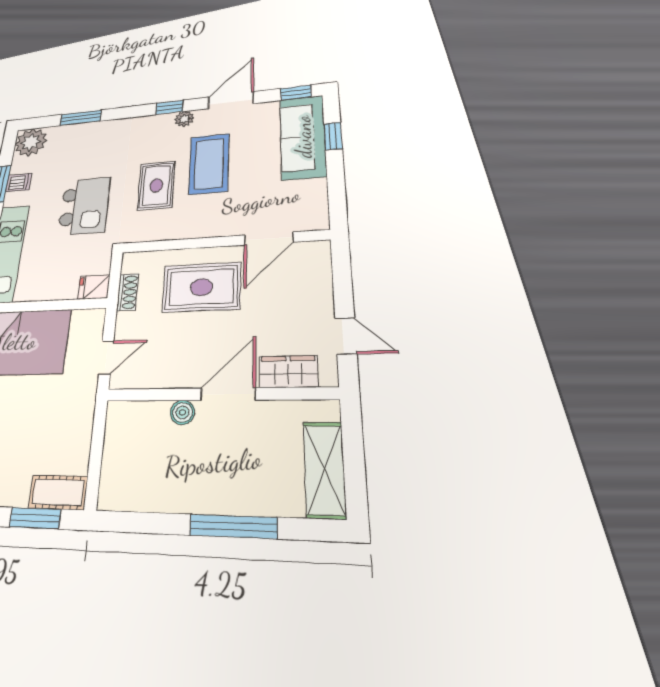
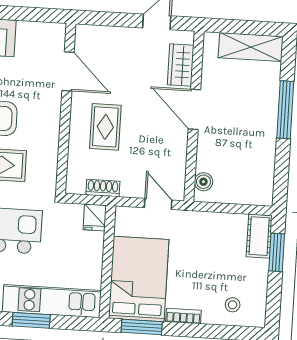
rug: (201, 287) -> (105, 127), width x0.73, depth x0.70
boiler: (183, 412) -> (203, 182), moved

